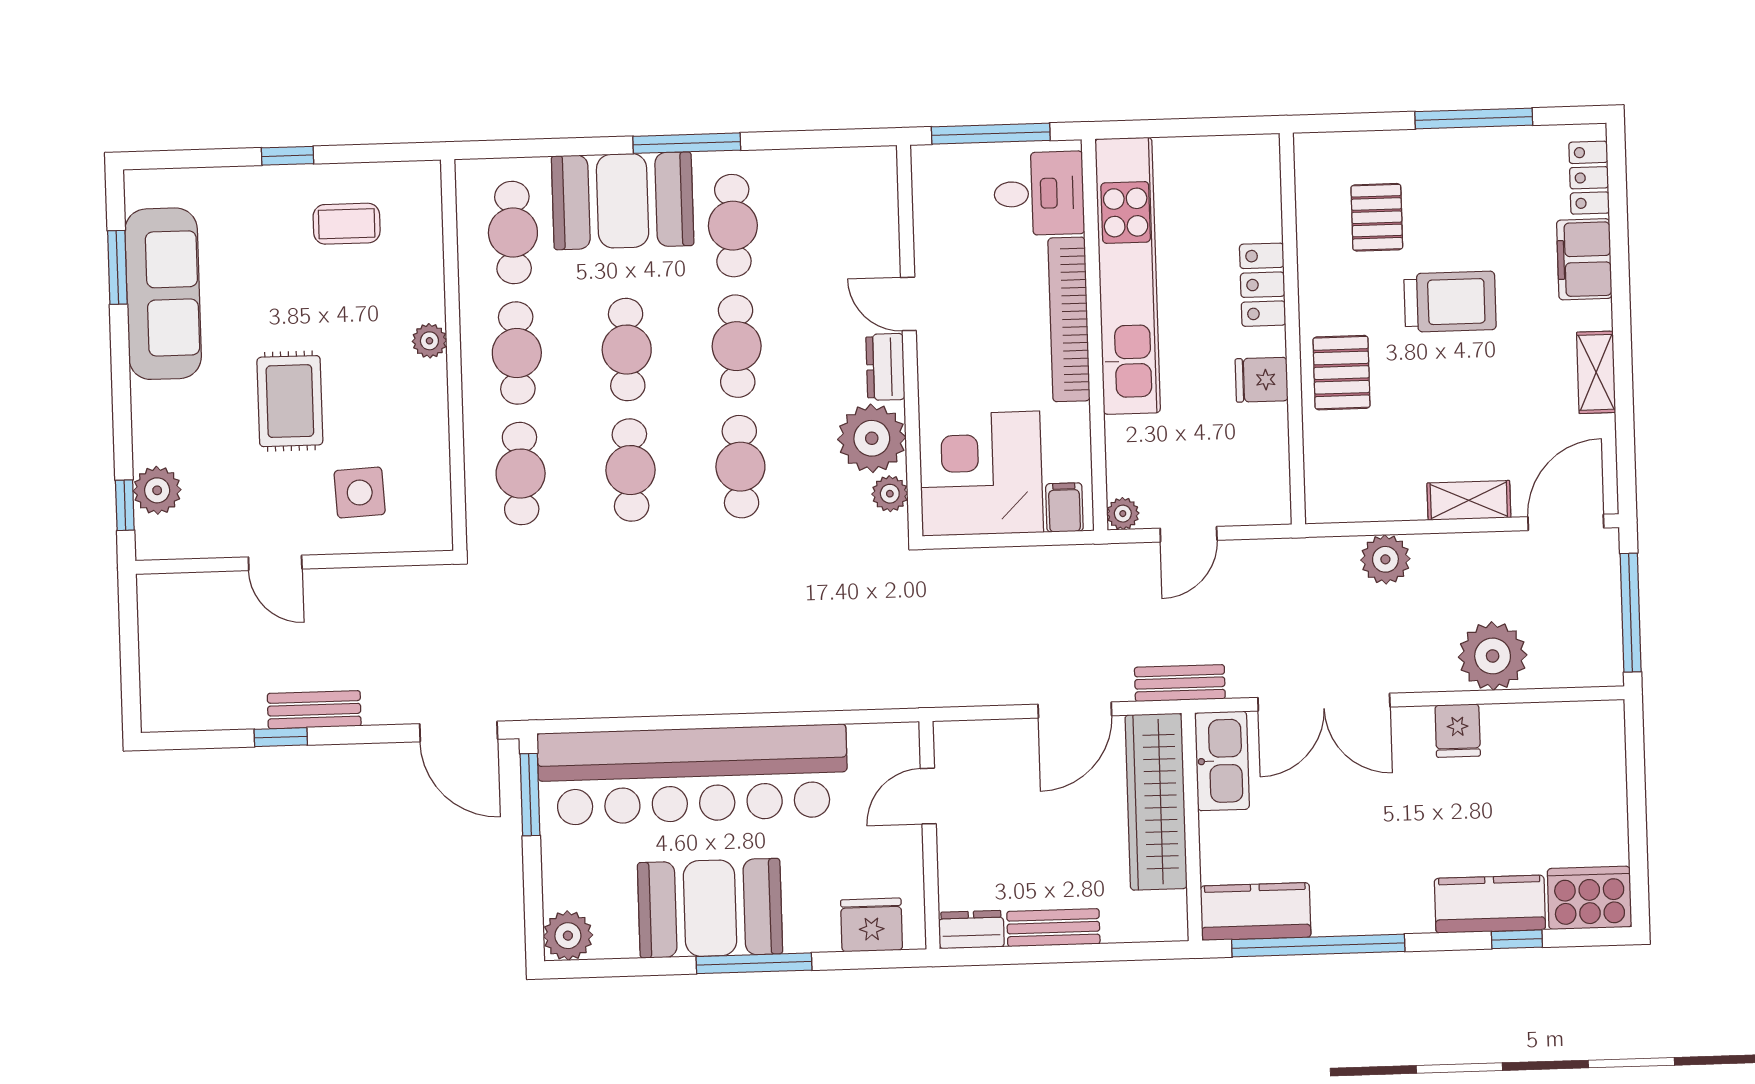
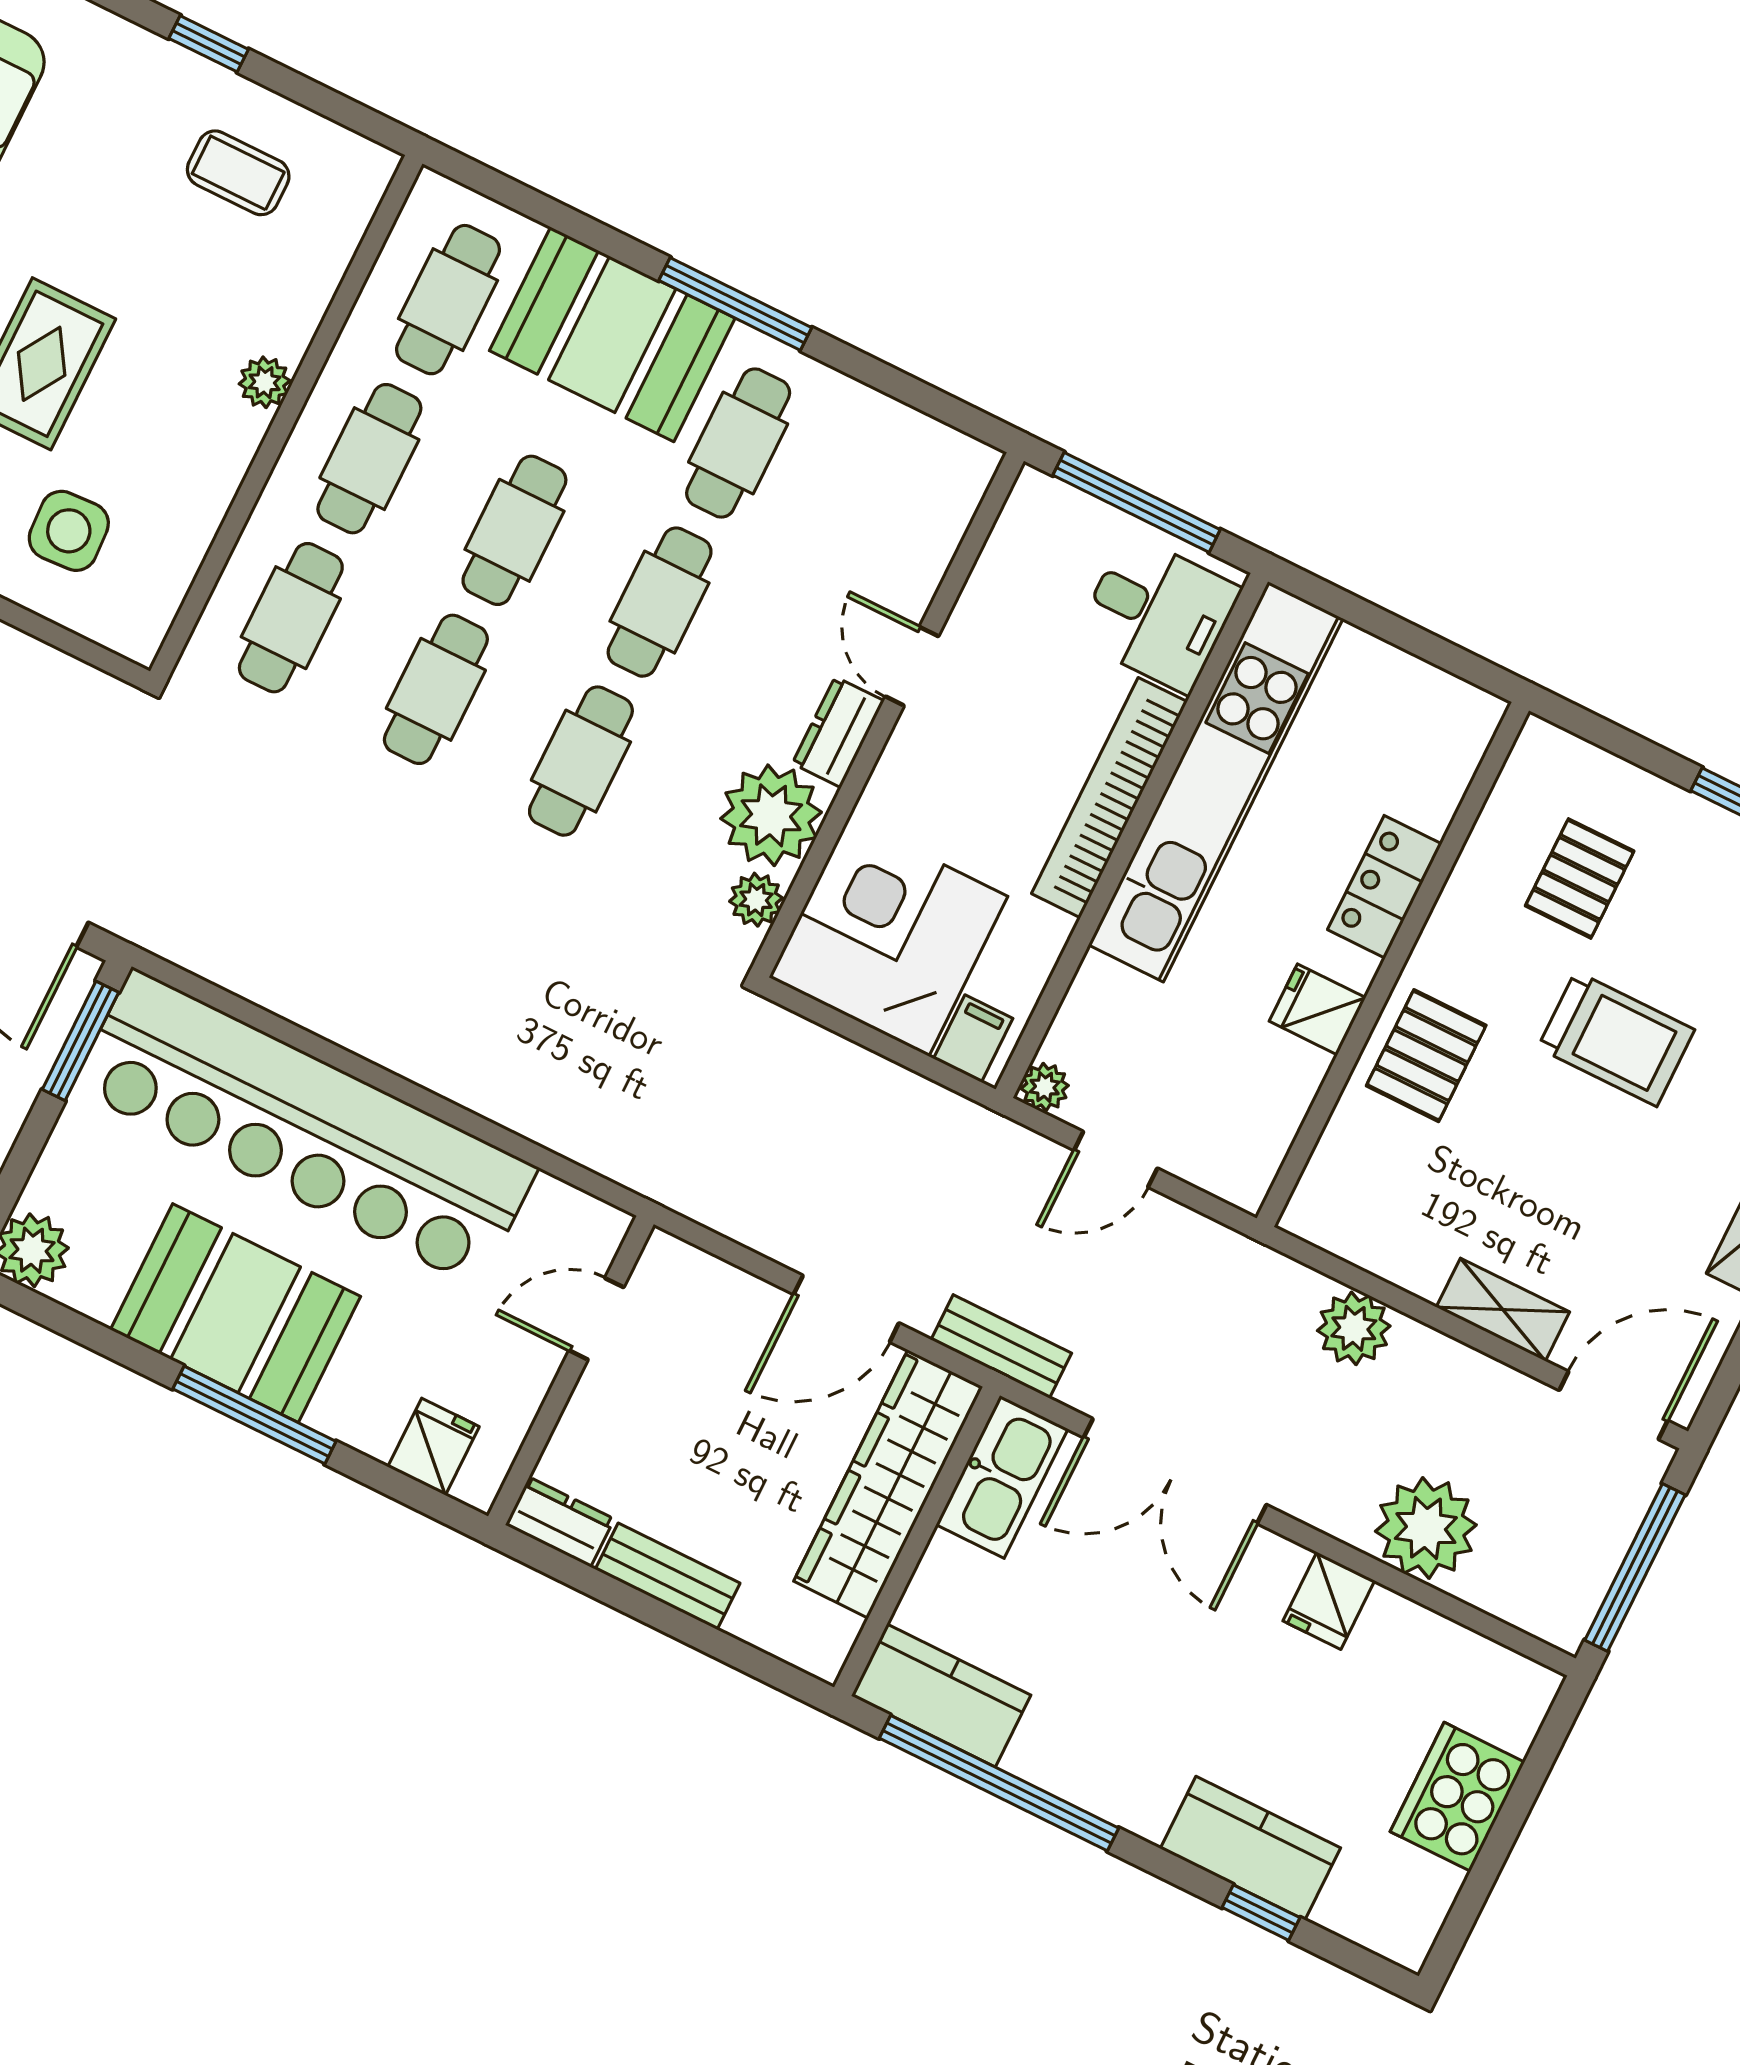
cooker: (1589, 898) -> (1457, 1797), moved, turned -90
fridge: (872, 925) -> (434, 1447), width x0.72

